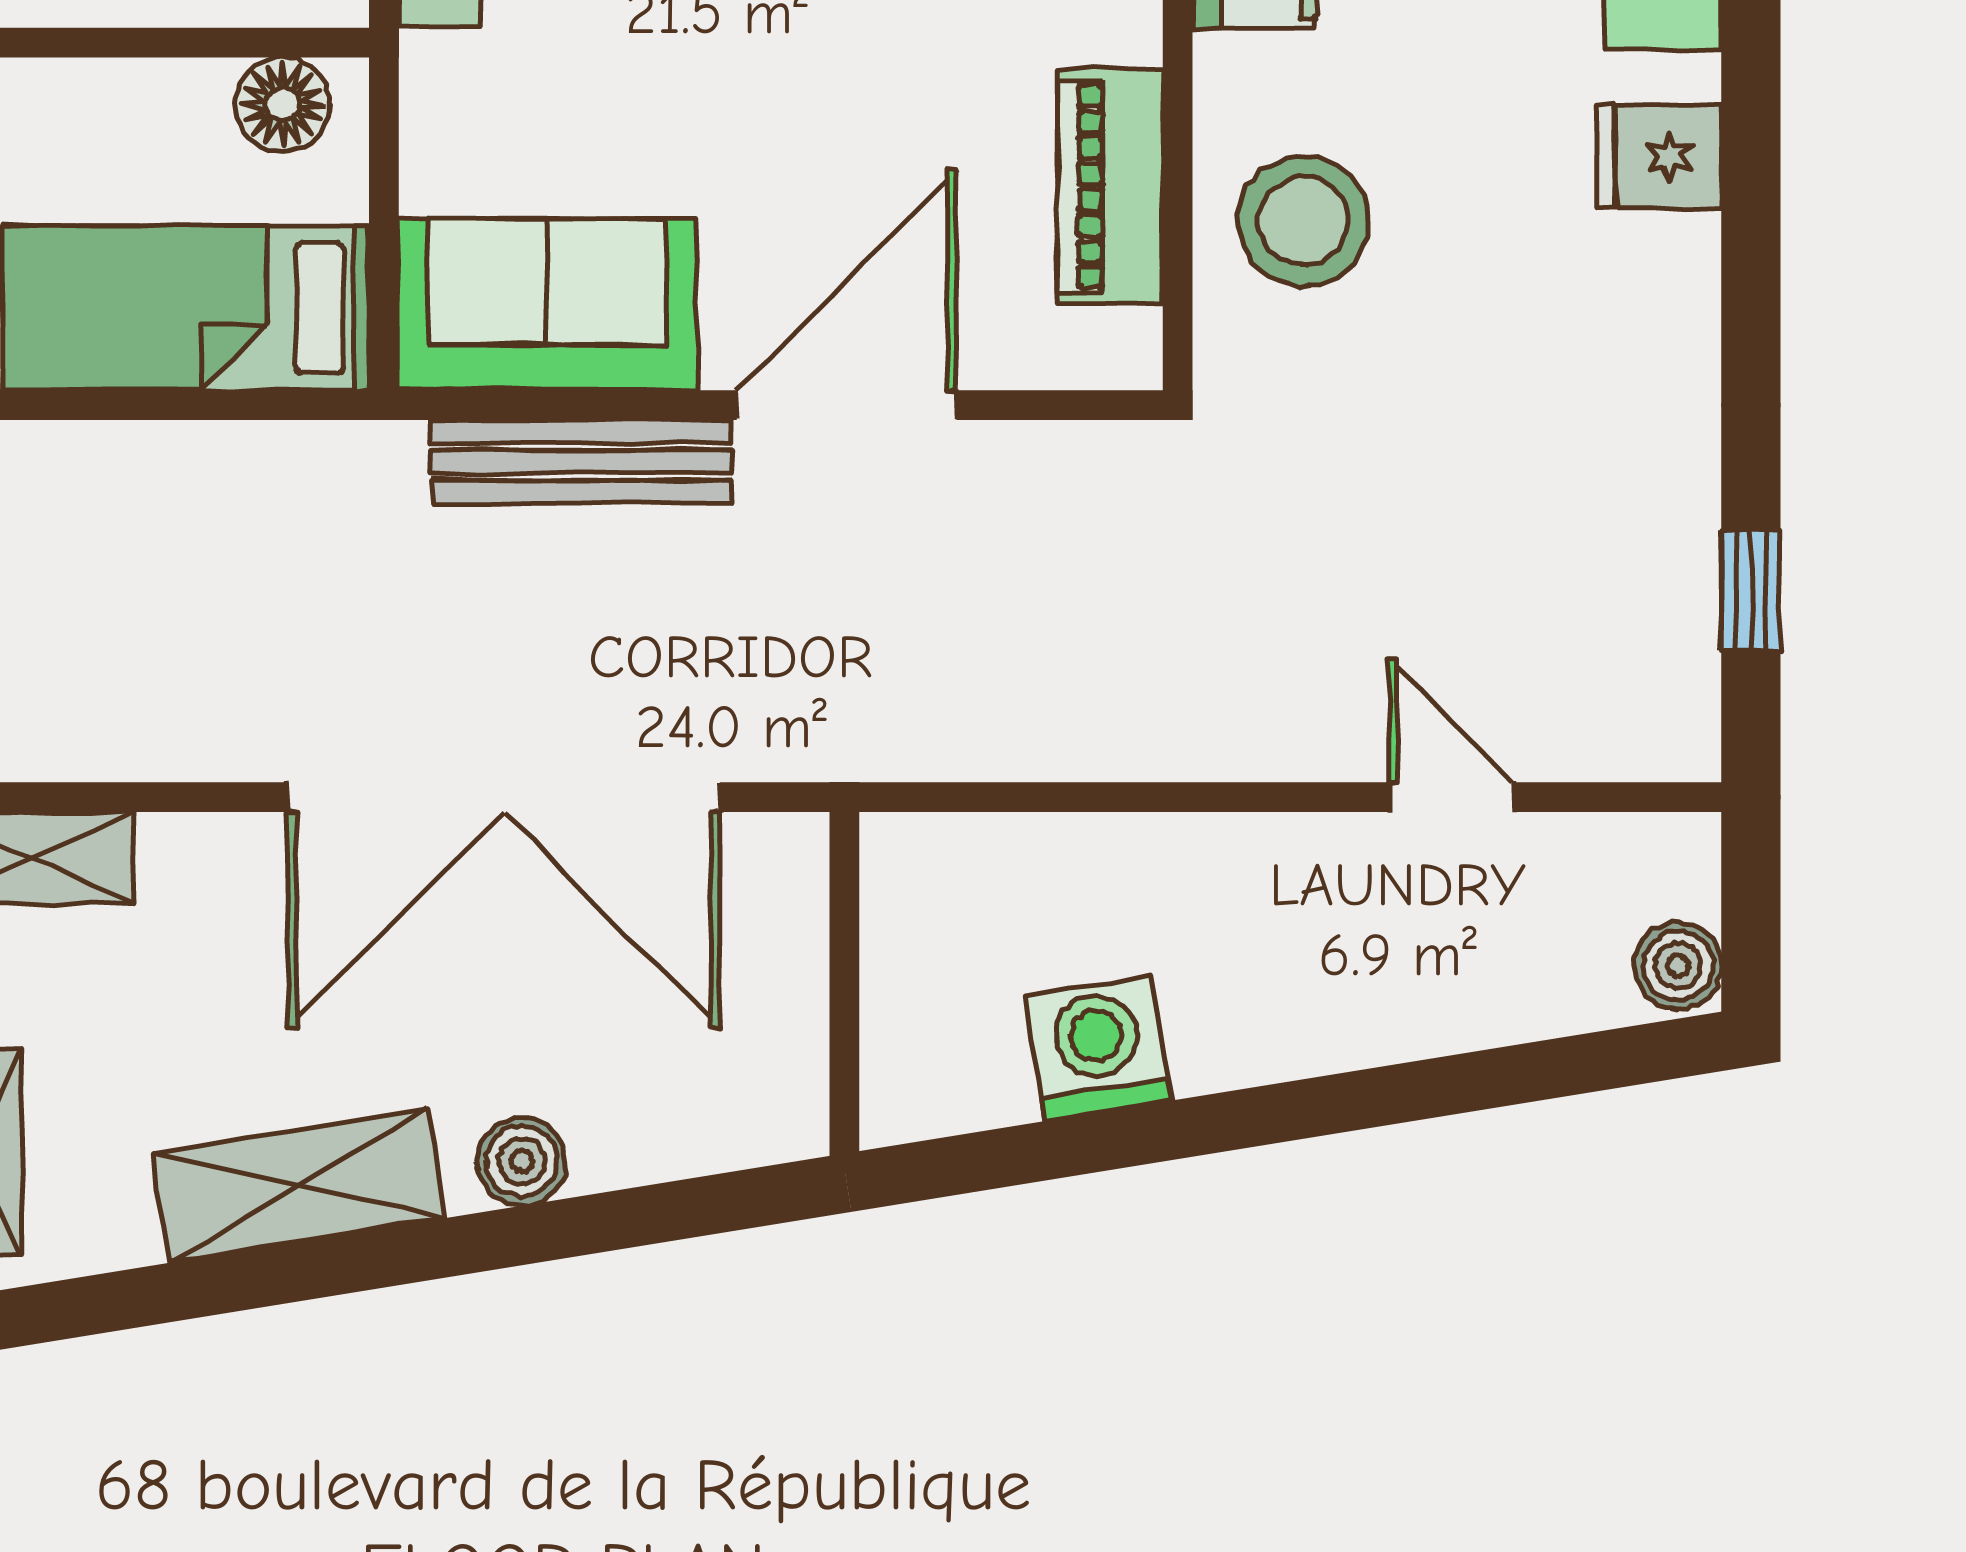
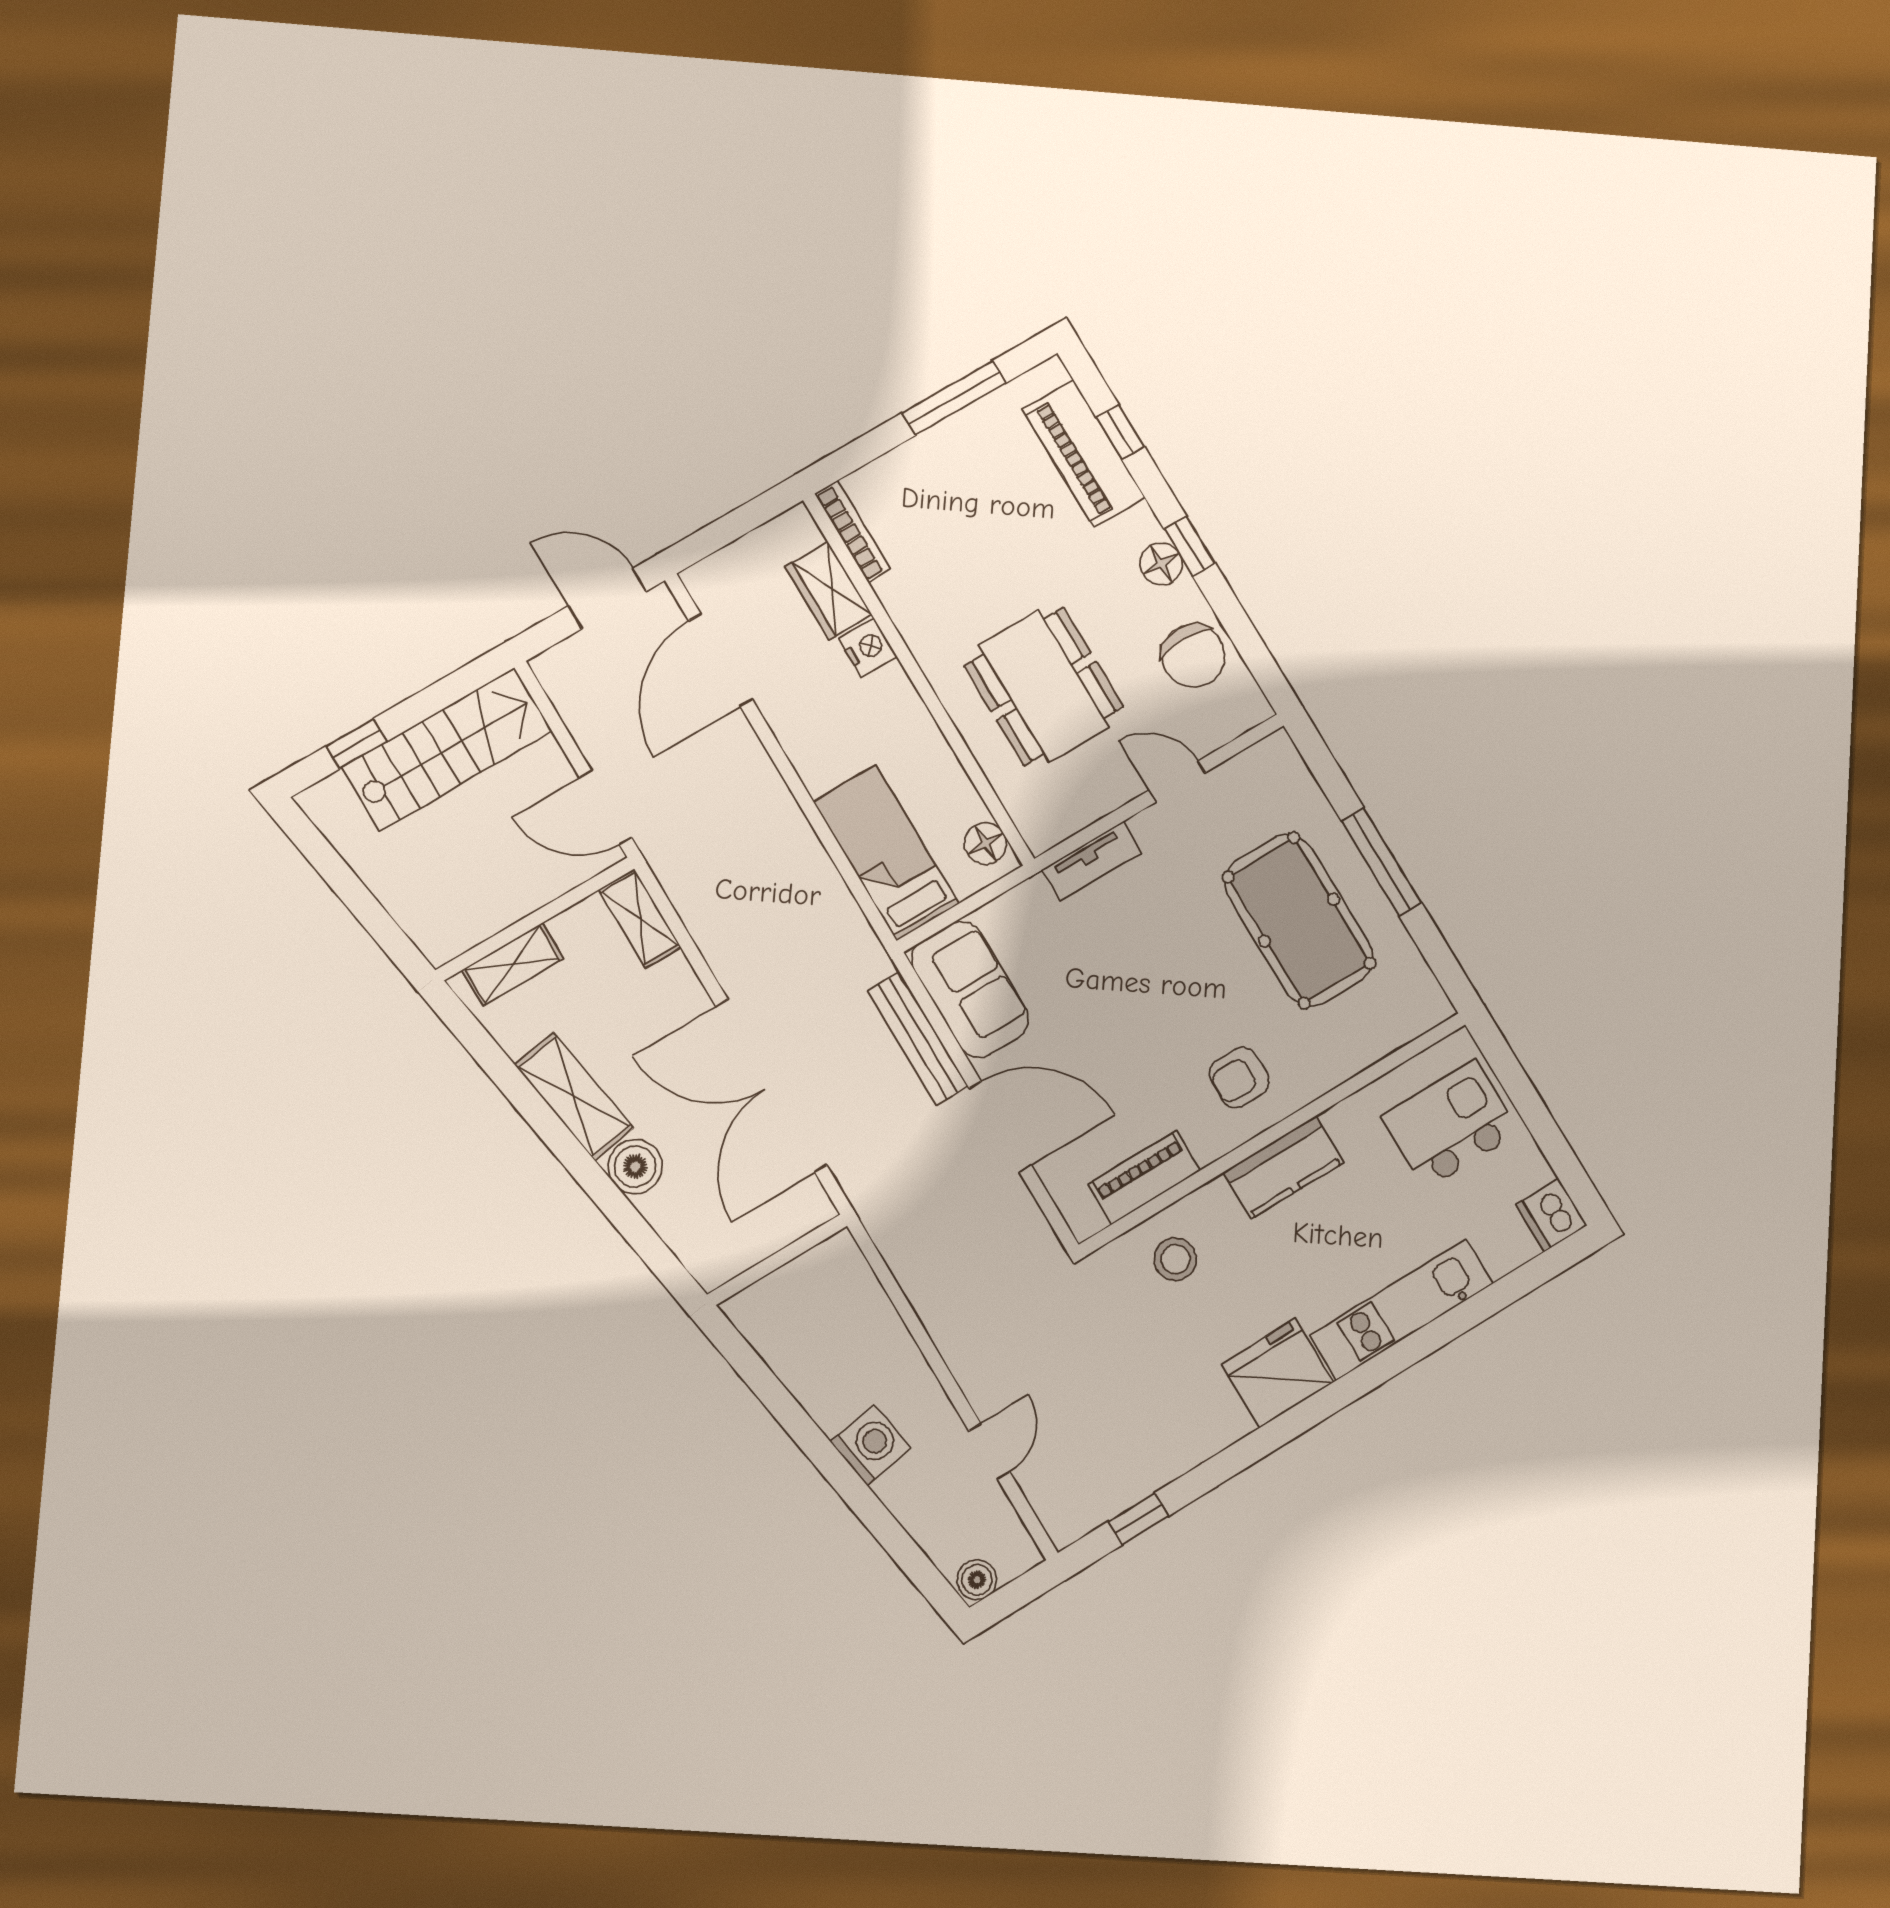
fridge: (1659, 156) -> (1277, 1373), width x1.88, depth x1.34
stool: (1303, 221) -> (1175, 1259), width x0.73, depth x0.73
washing machine: (1098, 1048) -> (870, 1445), moved
boiler: (521, 1161) -> (635, 1167), width x1.36, depth x1.36

